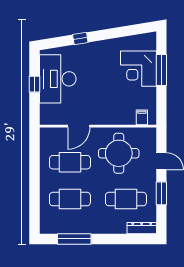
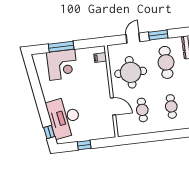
window: (80, 38) -> (49, 132), moved
desk: (58, 79) -> (64, 117), moved, turned 81
cafe table: (70, 162) -> (142, 110), width x0.73, depth x0.74
cafe table: (70, 199) -> (171, 106), width x0.73, depth x0.74

